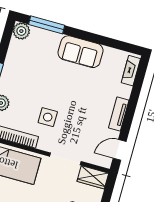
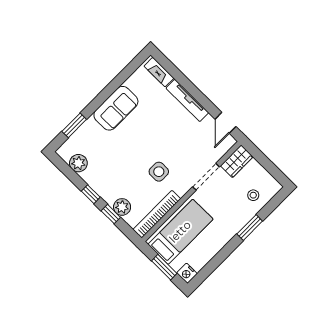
window: (47, 25) -> (74, 125), width x0.69
plant: (21, 31) -> (78, 163), moved
tv unit: (119, 114) -> (187, 100), width x1.41

